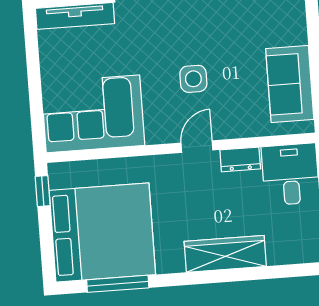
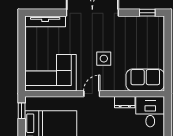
sofa: (290, 84) -> (145, 80), moved, turned 90
door: (197, 147) -> (92, 94), moved

